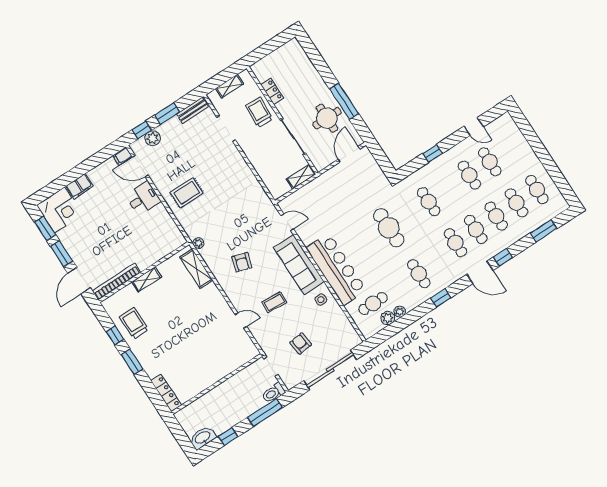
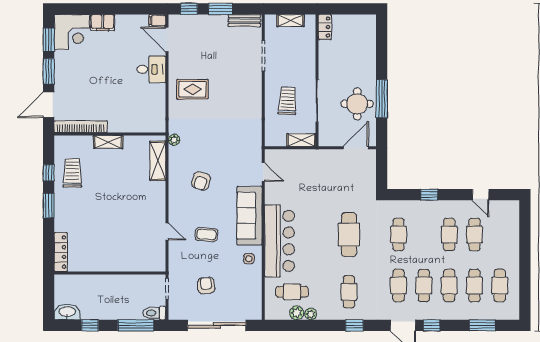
locker: (272, 91) -> (325, 27), moved
trolley: (259, 112) -> (287, 101), moved
plant: (153, 138) -> (194, 22), removed

